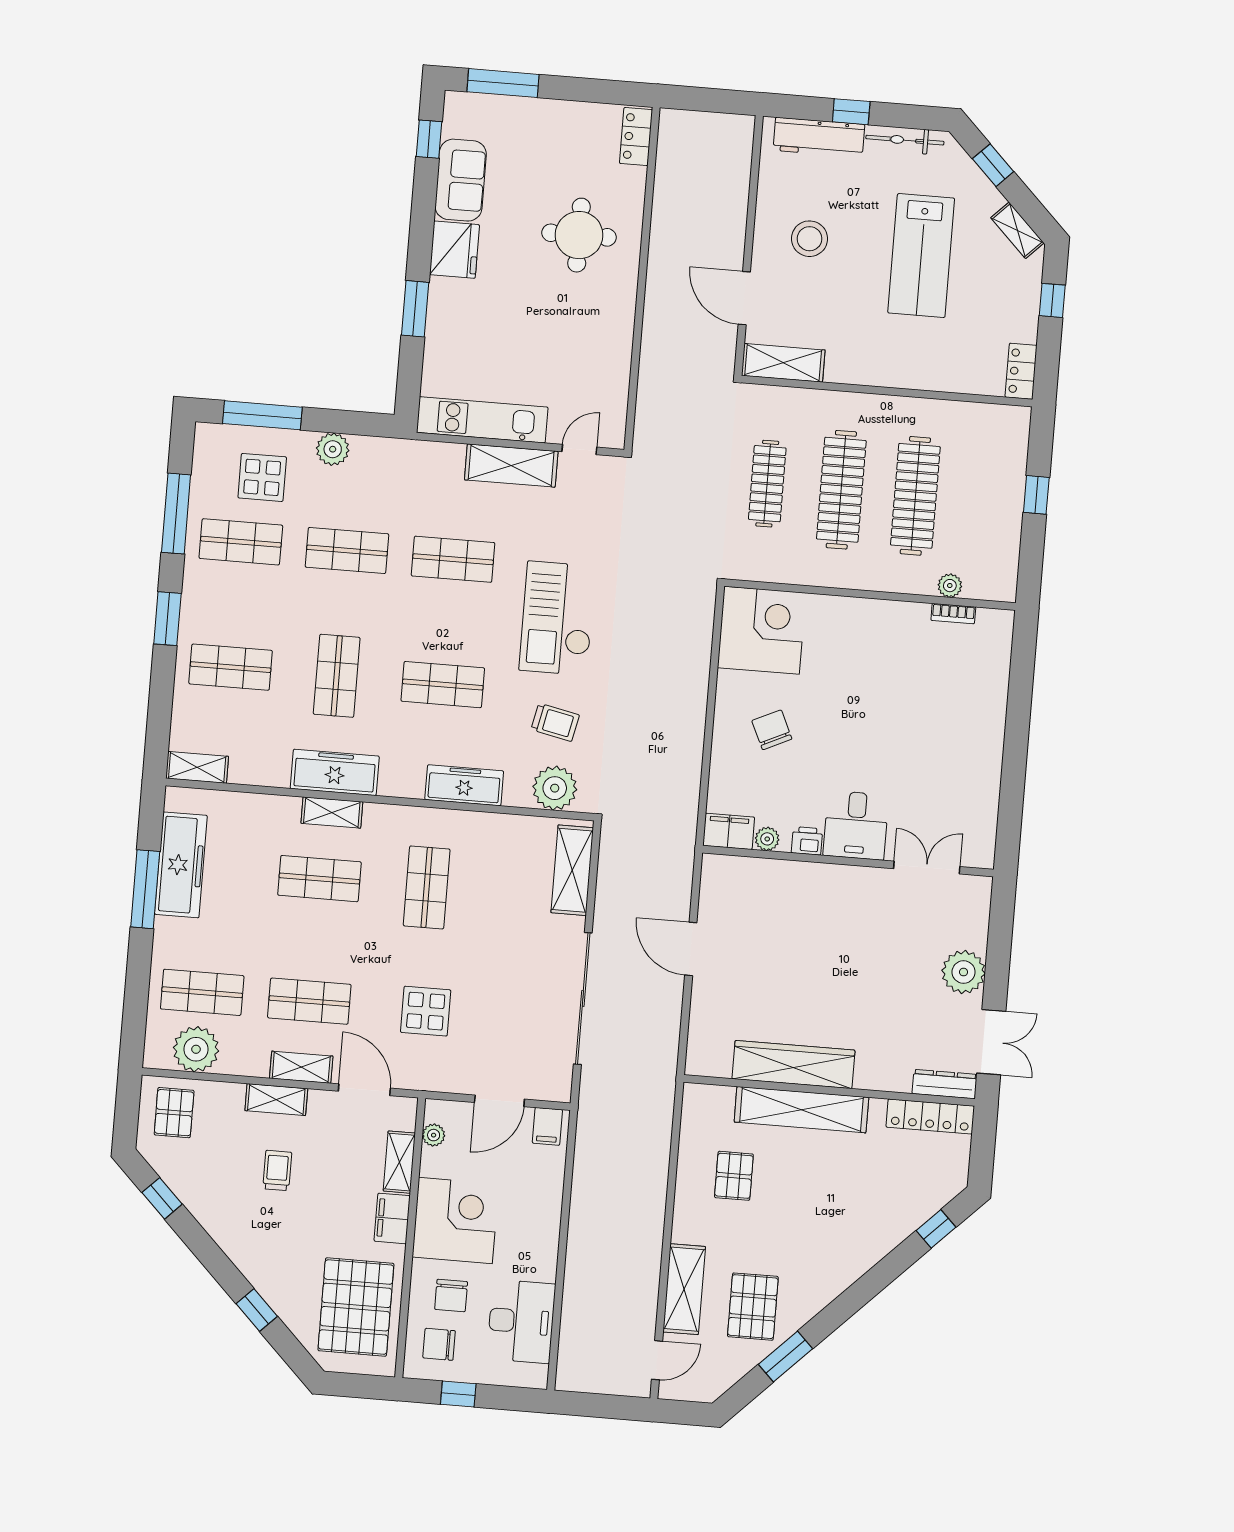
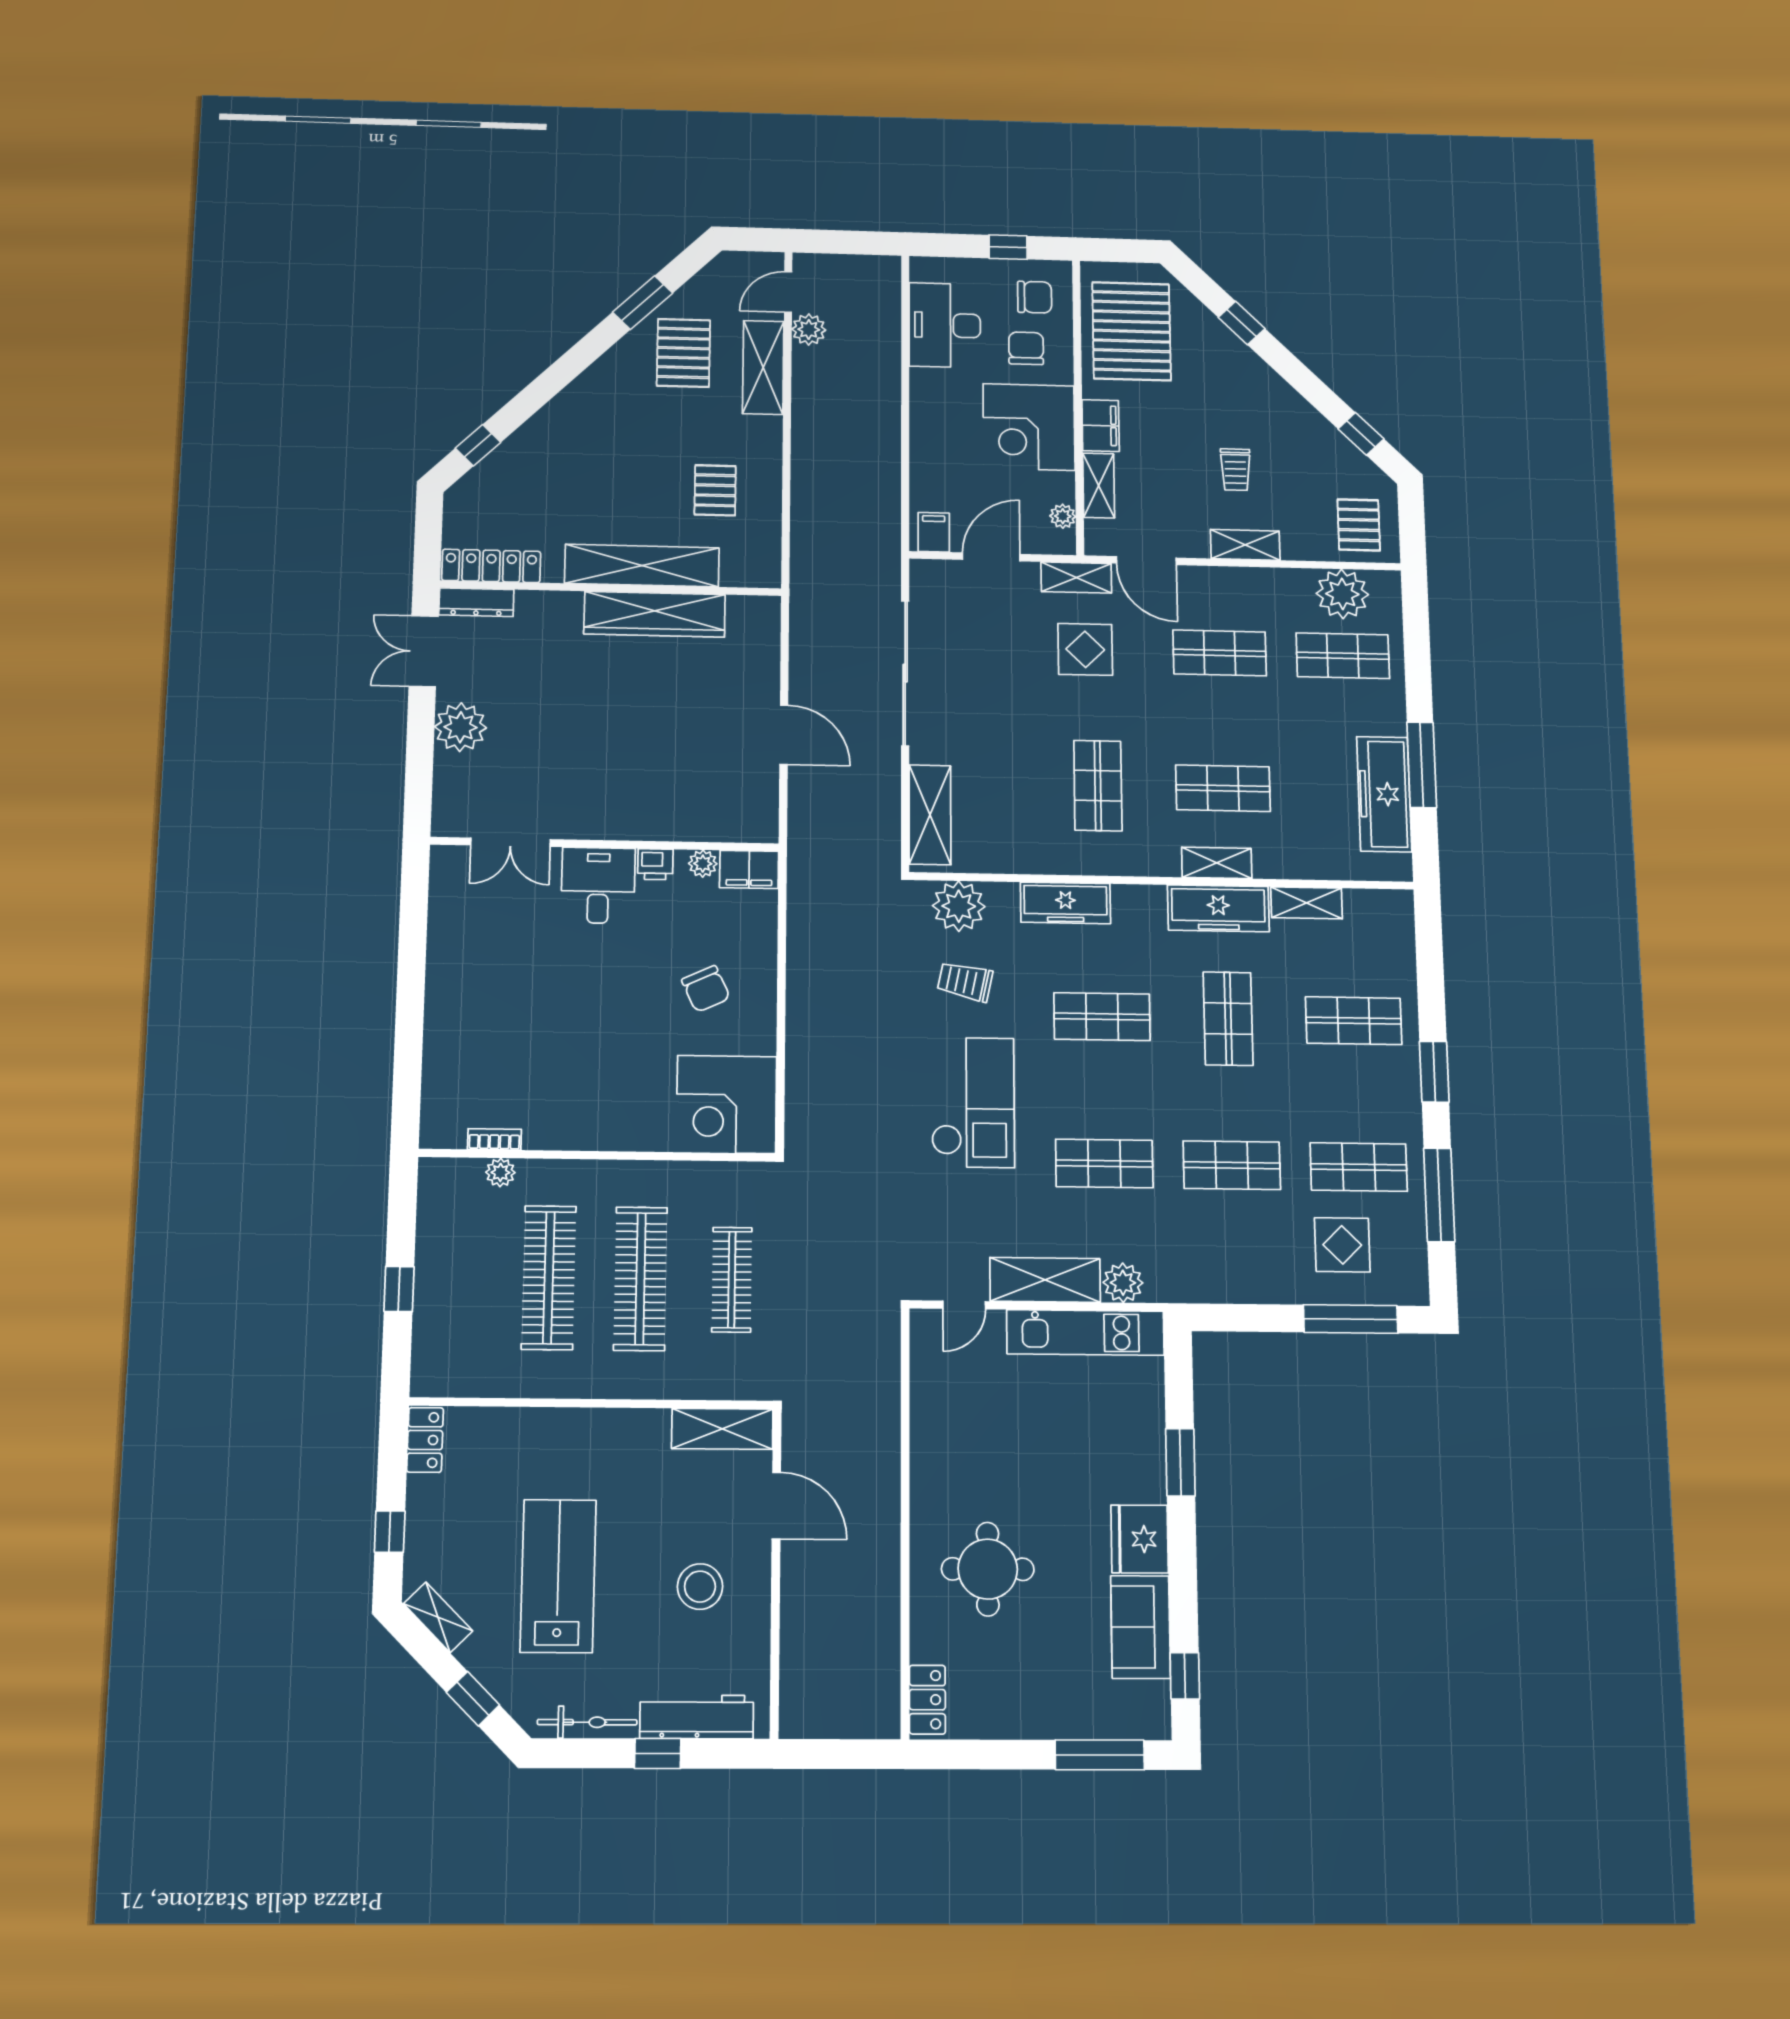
plant: (333, 449) -> (1123, 1283), moved
shelving: (197, 767) -> (1307, 903), moved
shelving: (301, 1067) -> (1076, 577), moved
plant: (641, 1323) -> (809, 330), added

